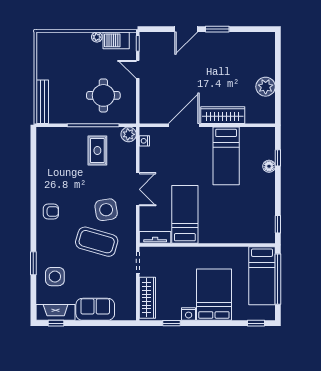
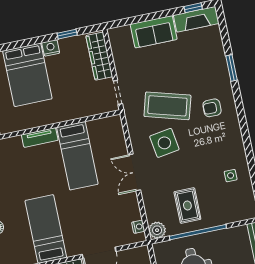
armchair: (51, 211) -> (212, 108), moved
tv unit: (155, 237) -> (40, 137), moved
side table: (55, 277) -> (231, 176), moved, width x0.54, depth x0.54

